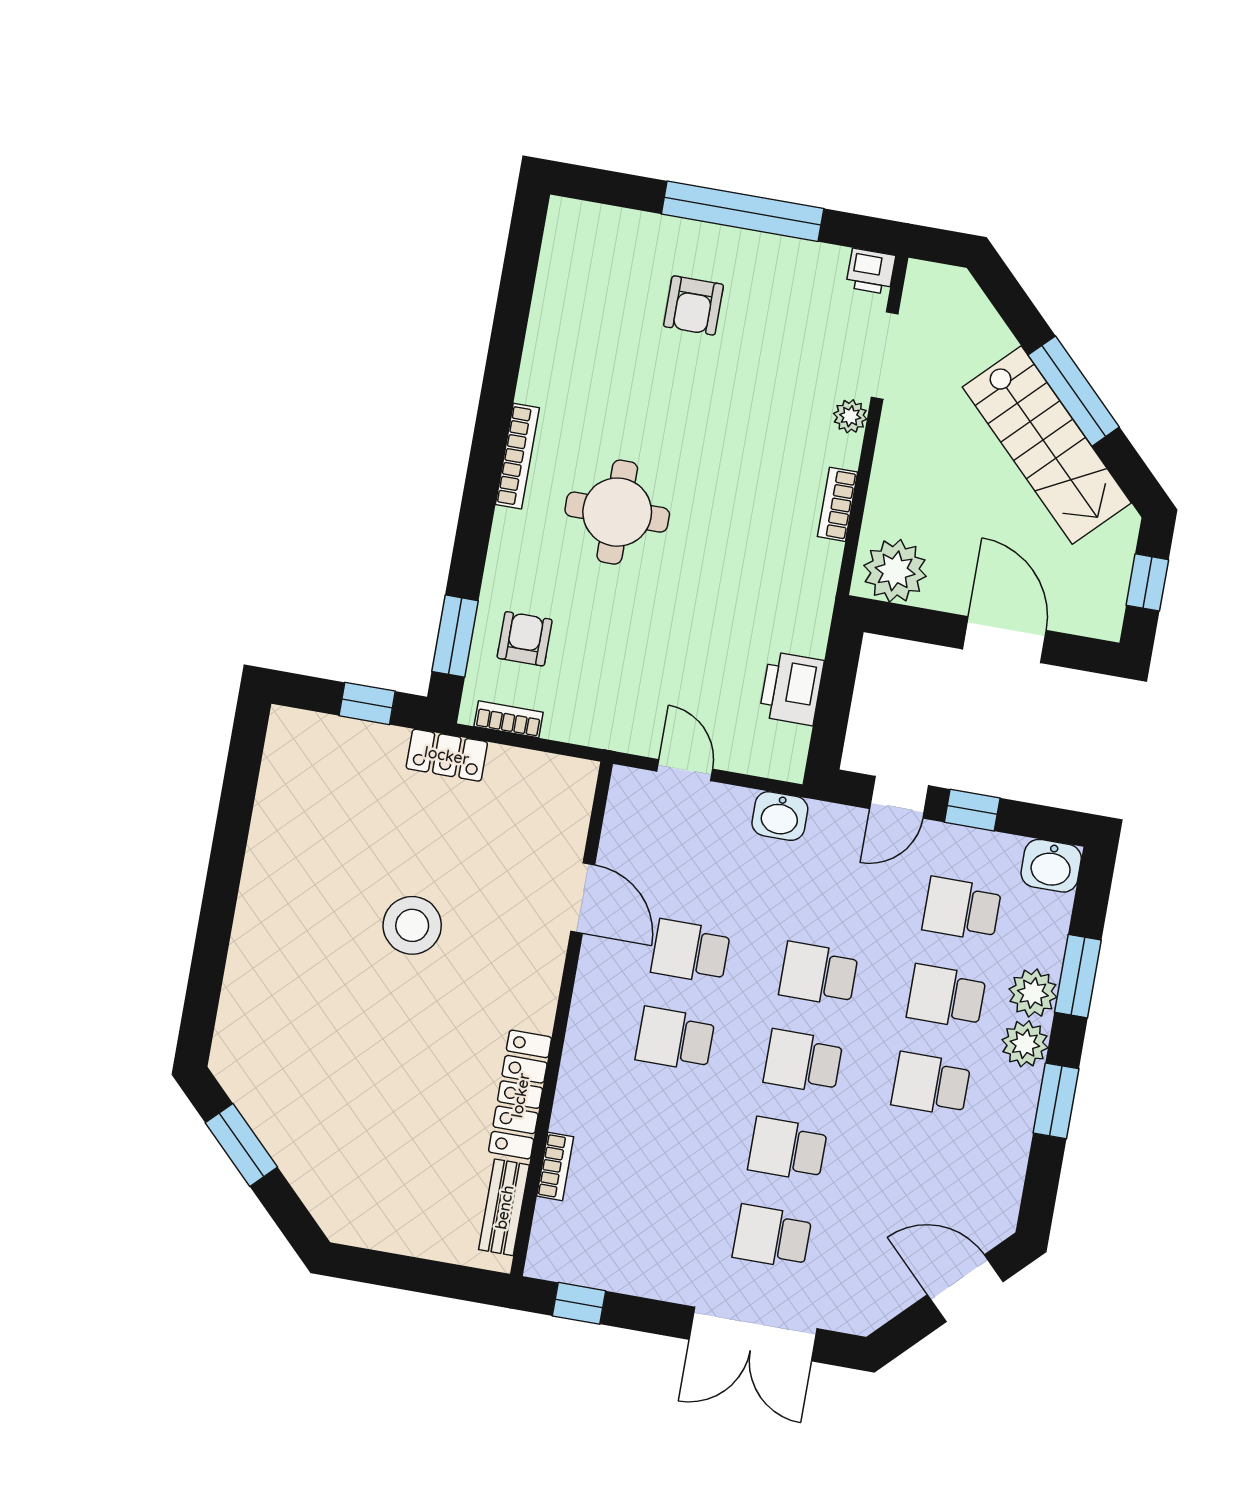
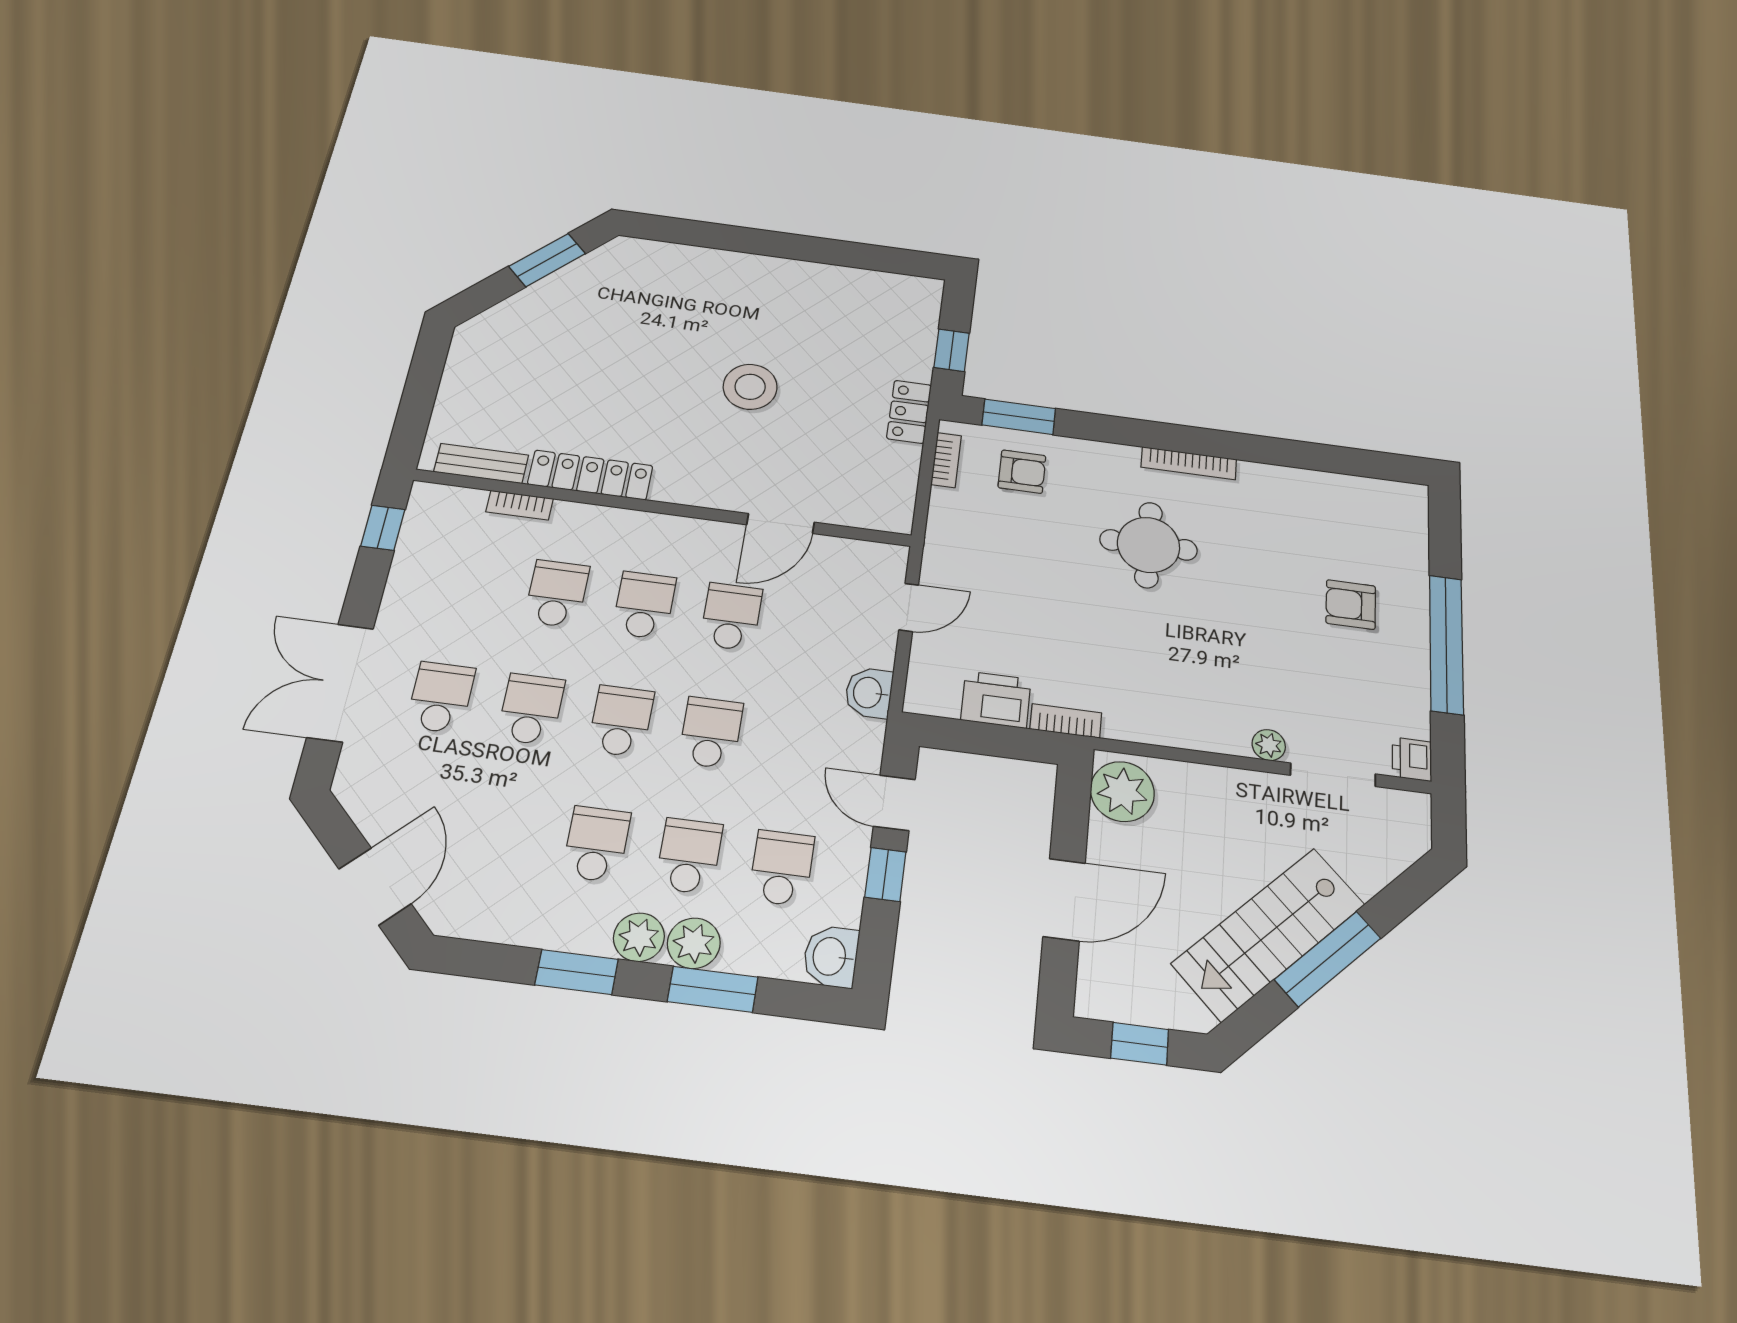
bookcase: (838, 504) -> (1066, 721), moved
school desk: (660, 1127) -> (557, 594), added

